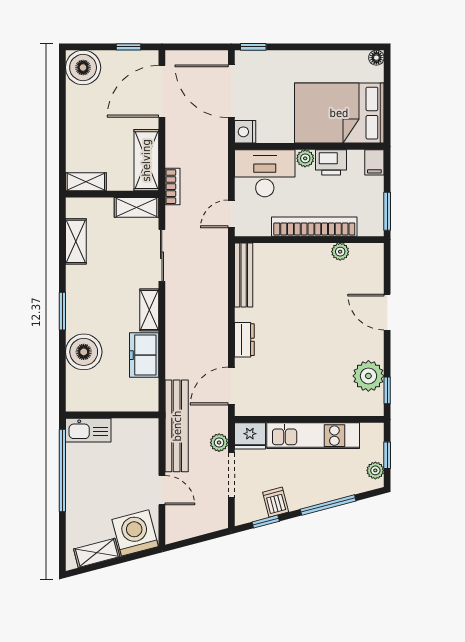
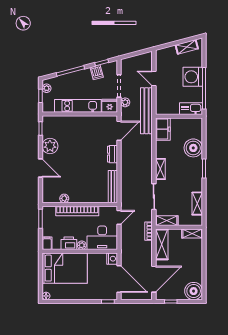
freezer: (144, 355) -> (163, 129), moved
plant: (368, 376) -> (50, 146), moved
washing machine: (135, 533) -> (193, 77), moved, turned 105

